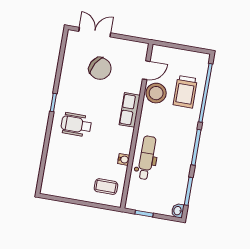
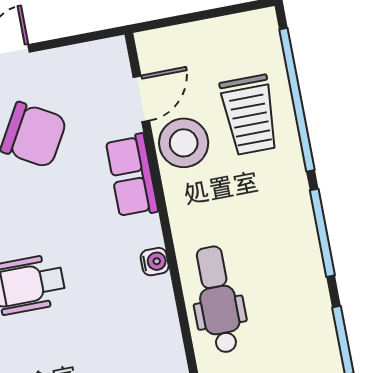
row of seats: (130, 110) -> (132, 176), moved
water cooler: (124, 159) -> (155, 262), moved

